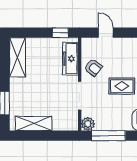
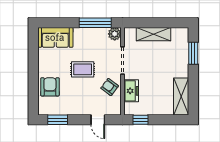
freezer: (70, 59) -> (131, 91), width x0.71
shelving: (34, 123) -> (153, 34), moved

